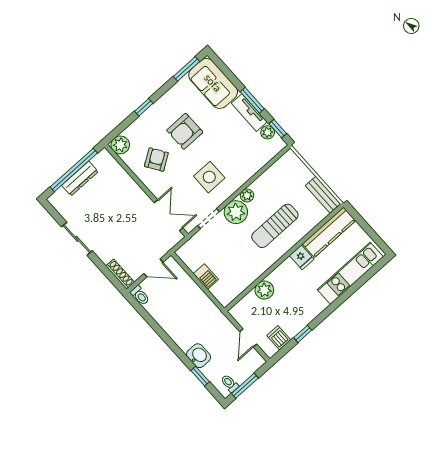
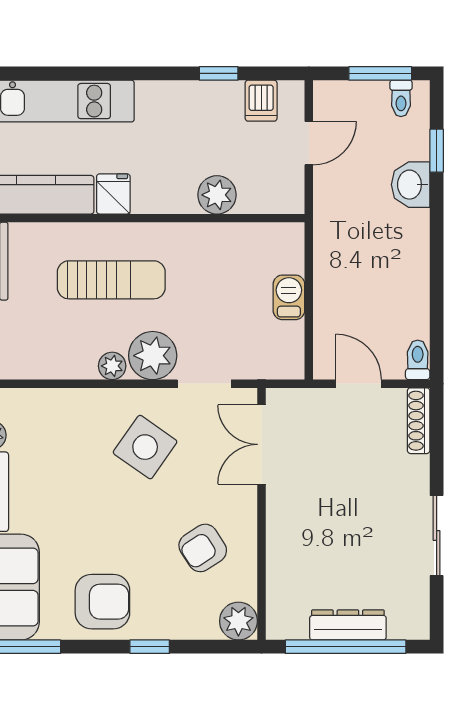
armchair: (185, 131) -> (102, 602), moved
side table: (209, 177) -> (145, 447), turned 35

